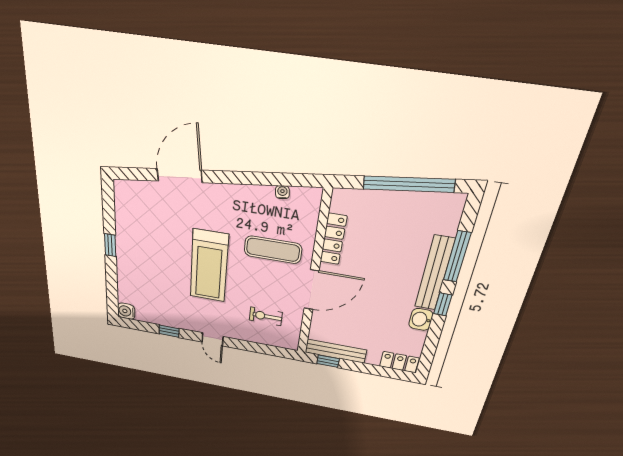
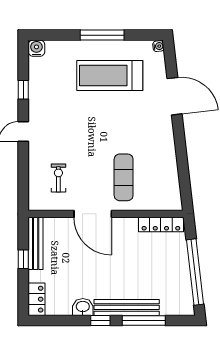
water cooler: (282, 192) -> (158, 46), moved
locker: (333, 239) -> (161, 225), moved
window: (110, 245) -> (102, 35), width x2.17
treadmill: (209, 266) -> (110, 76), moved
window: (328, 361) -> (23, 259), moved

